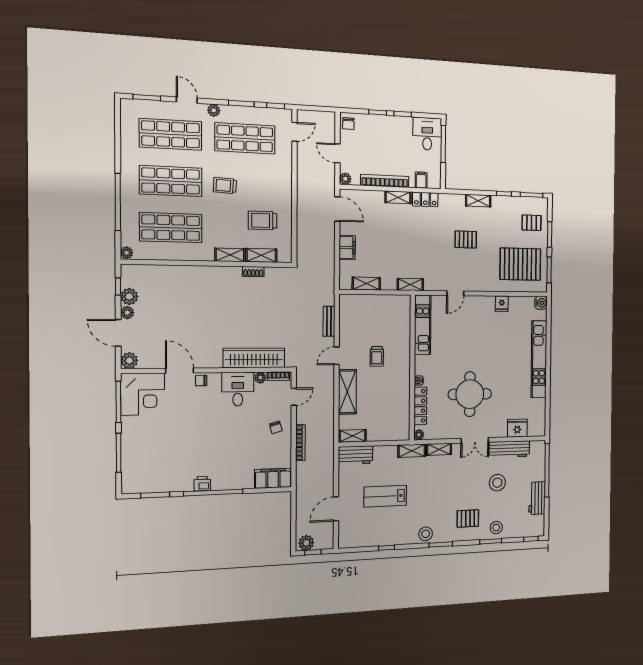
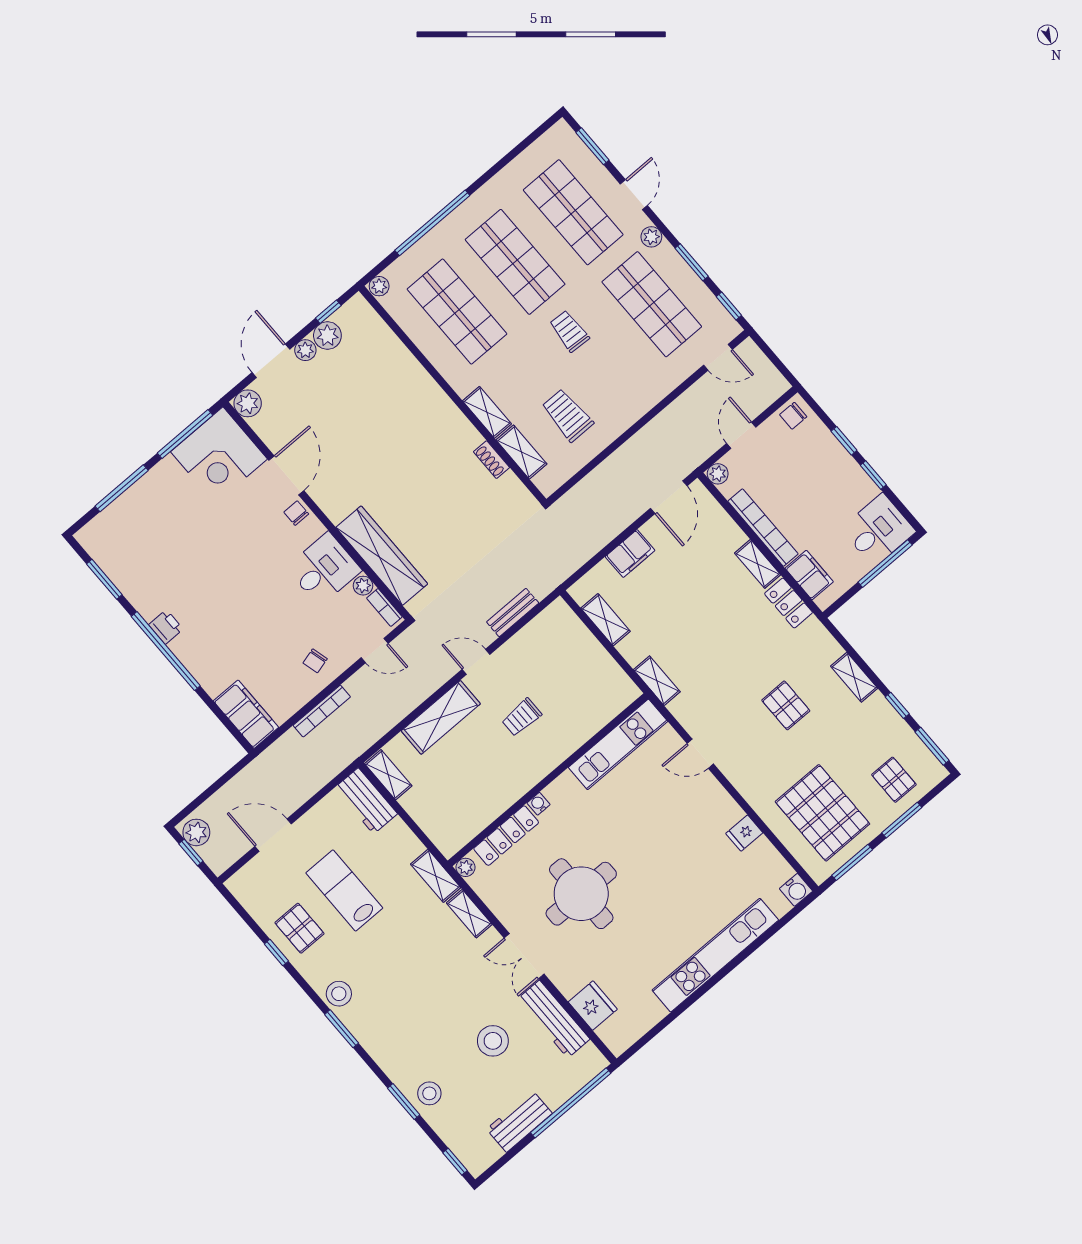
filing cabinet: (421, 180) -> (809, 575), width x2.00
pallet: (468, 519) -> (299, 928), moved

